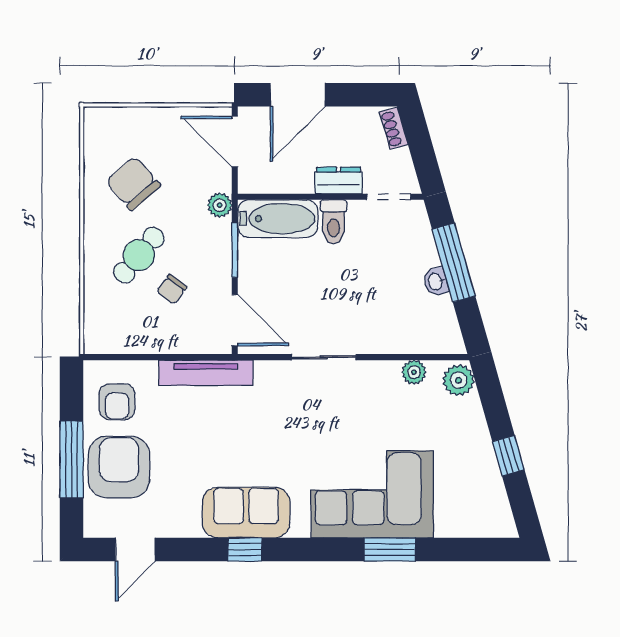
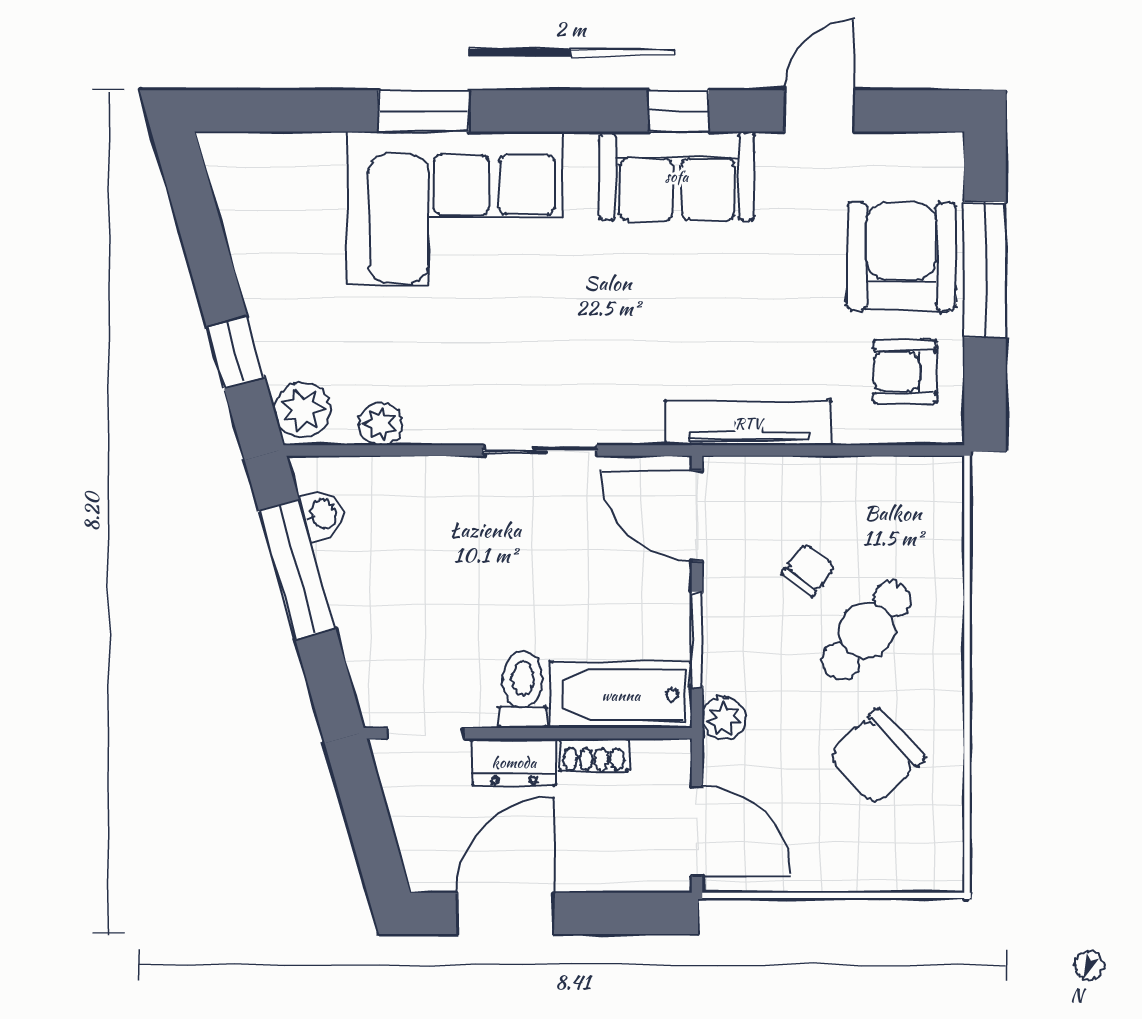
door: (298, 95) -> (506, 913), moved
shoe rack: (394, 128) -> (594, 755), moved, turned 106
chair: (133, 183) -> (876, 757), turned 88
window: (454, 263) -> (297, 569), moved
washbasin: (436, 281) -> (323, 515), moved
armchair: (117, 402) -> (905, 372), turned -90
window: (508, 456) -> (236, 352), moved
armchair: (119, 467) -> (901, 256), turned 180
door: (135, 550) -> (819, 111), moved

